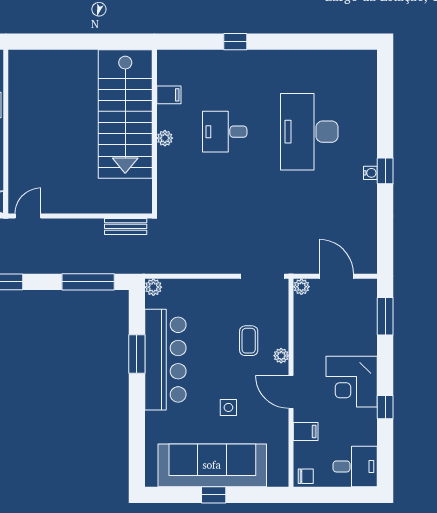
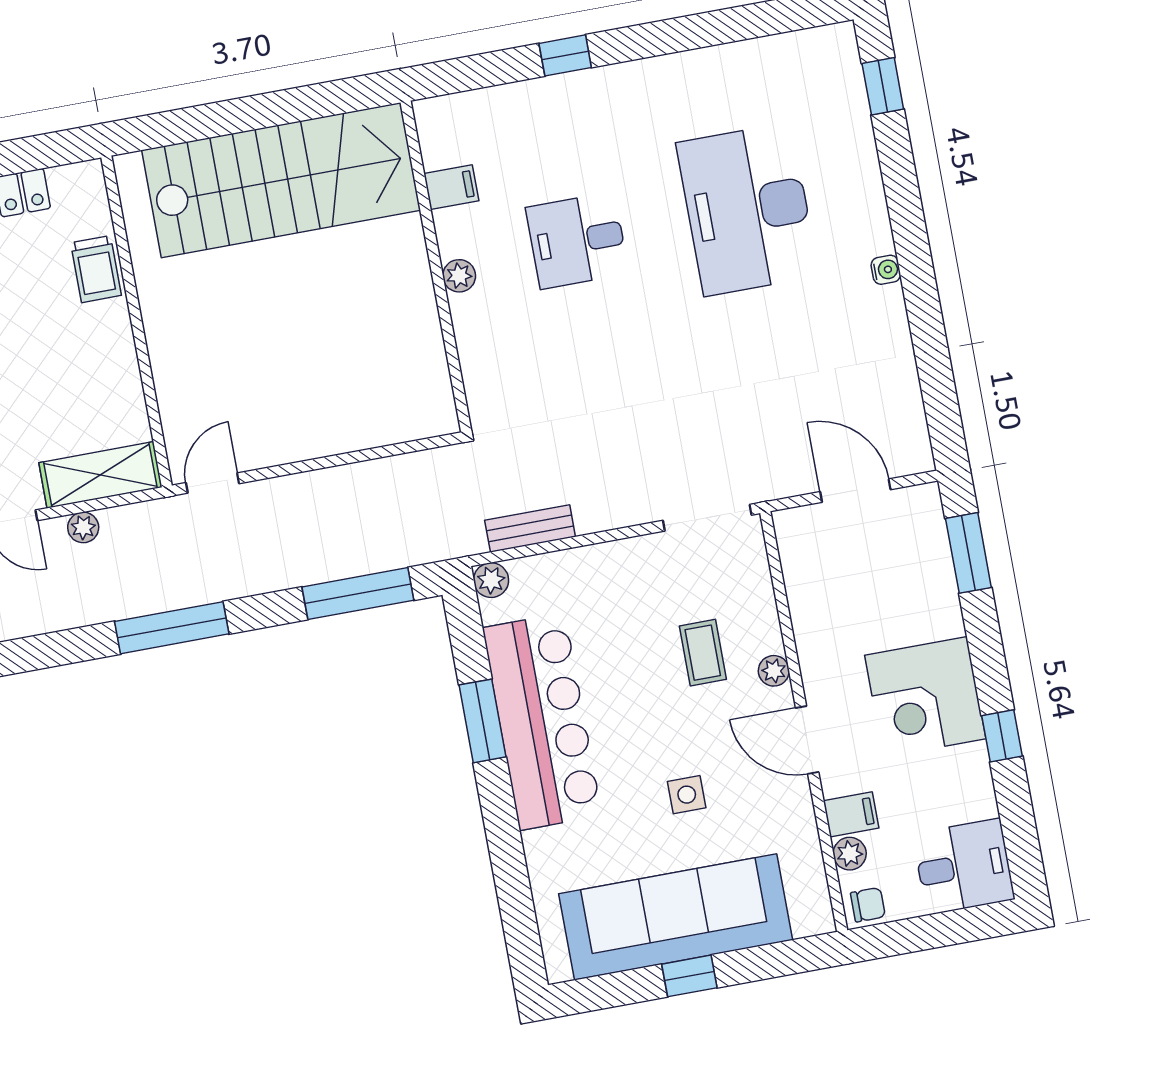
stairs: (125, 114) -> (281, 180), moved, turned -90
window: (385, 171) -> (883, 86), moved
bench: (126, 226) -> (530, 528), moved
plant: (301, 287) -> (850, 854), moved

